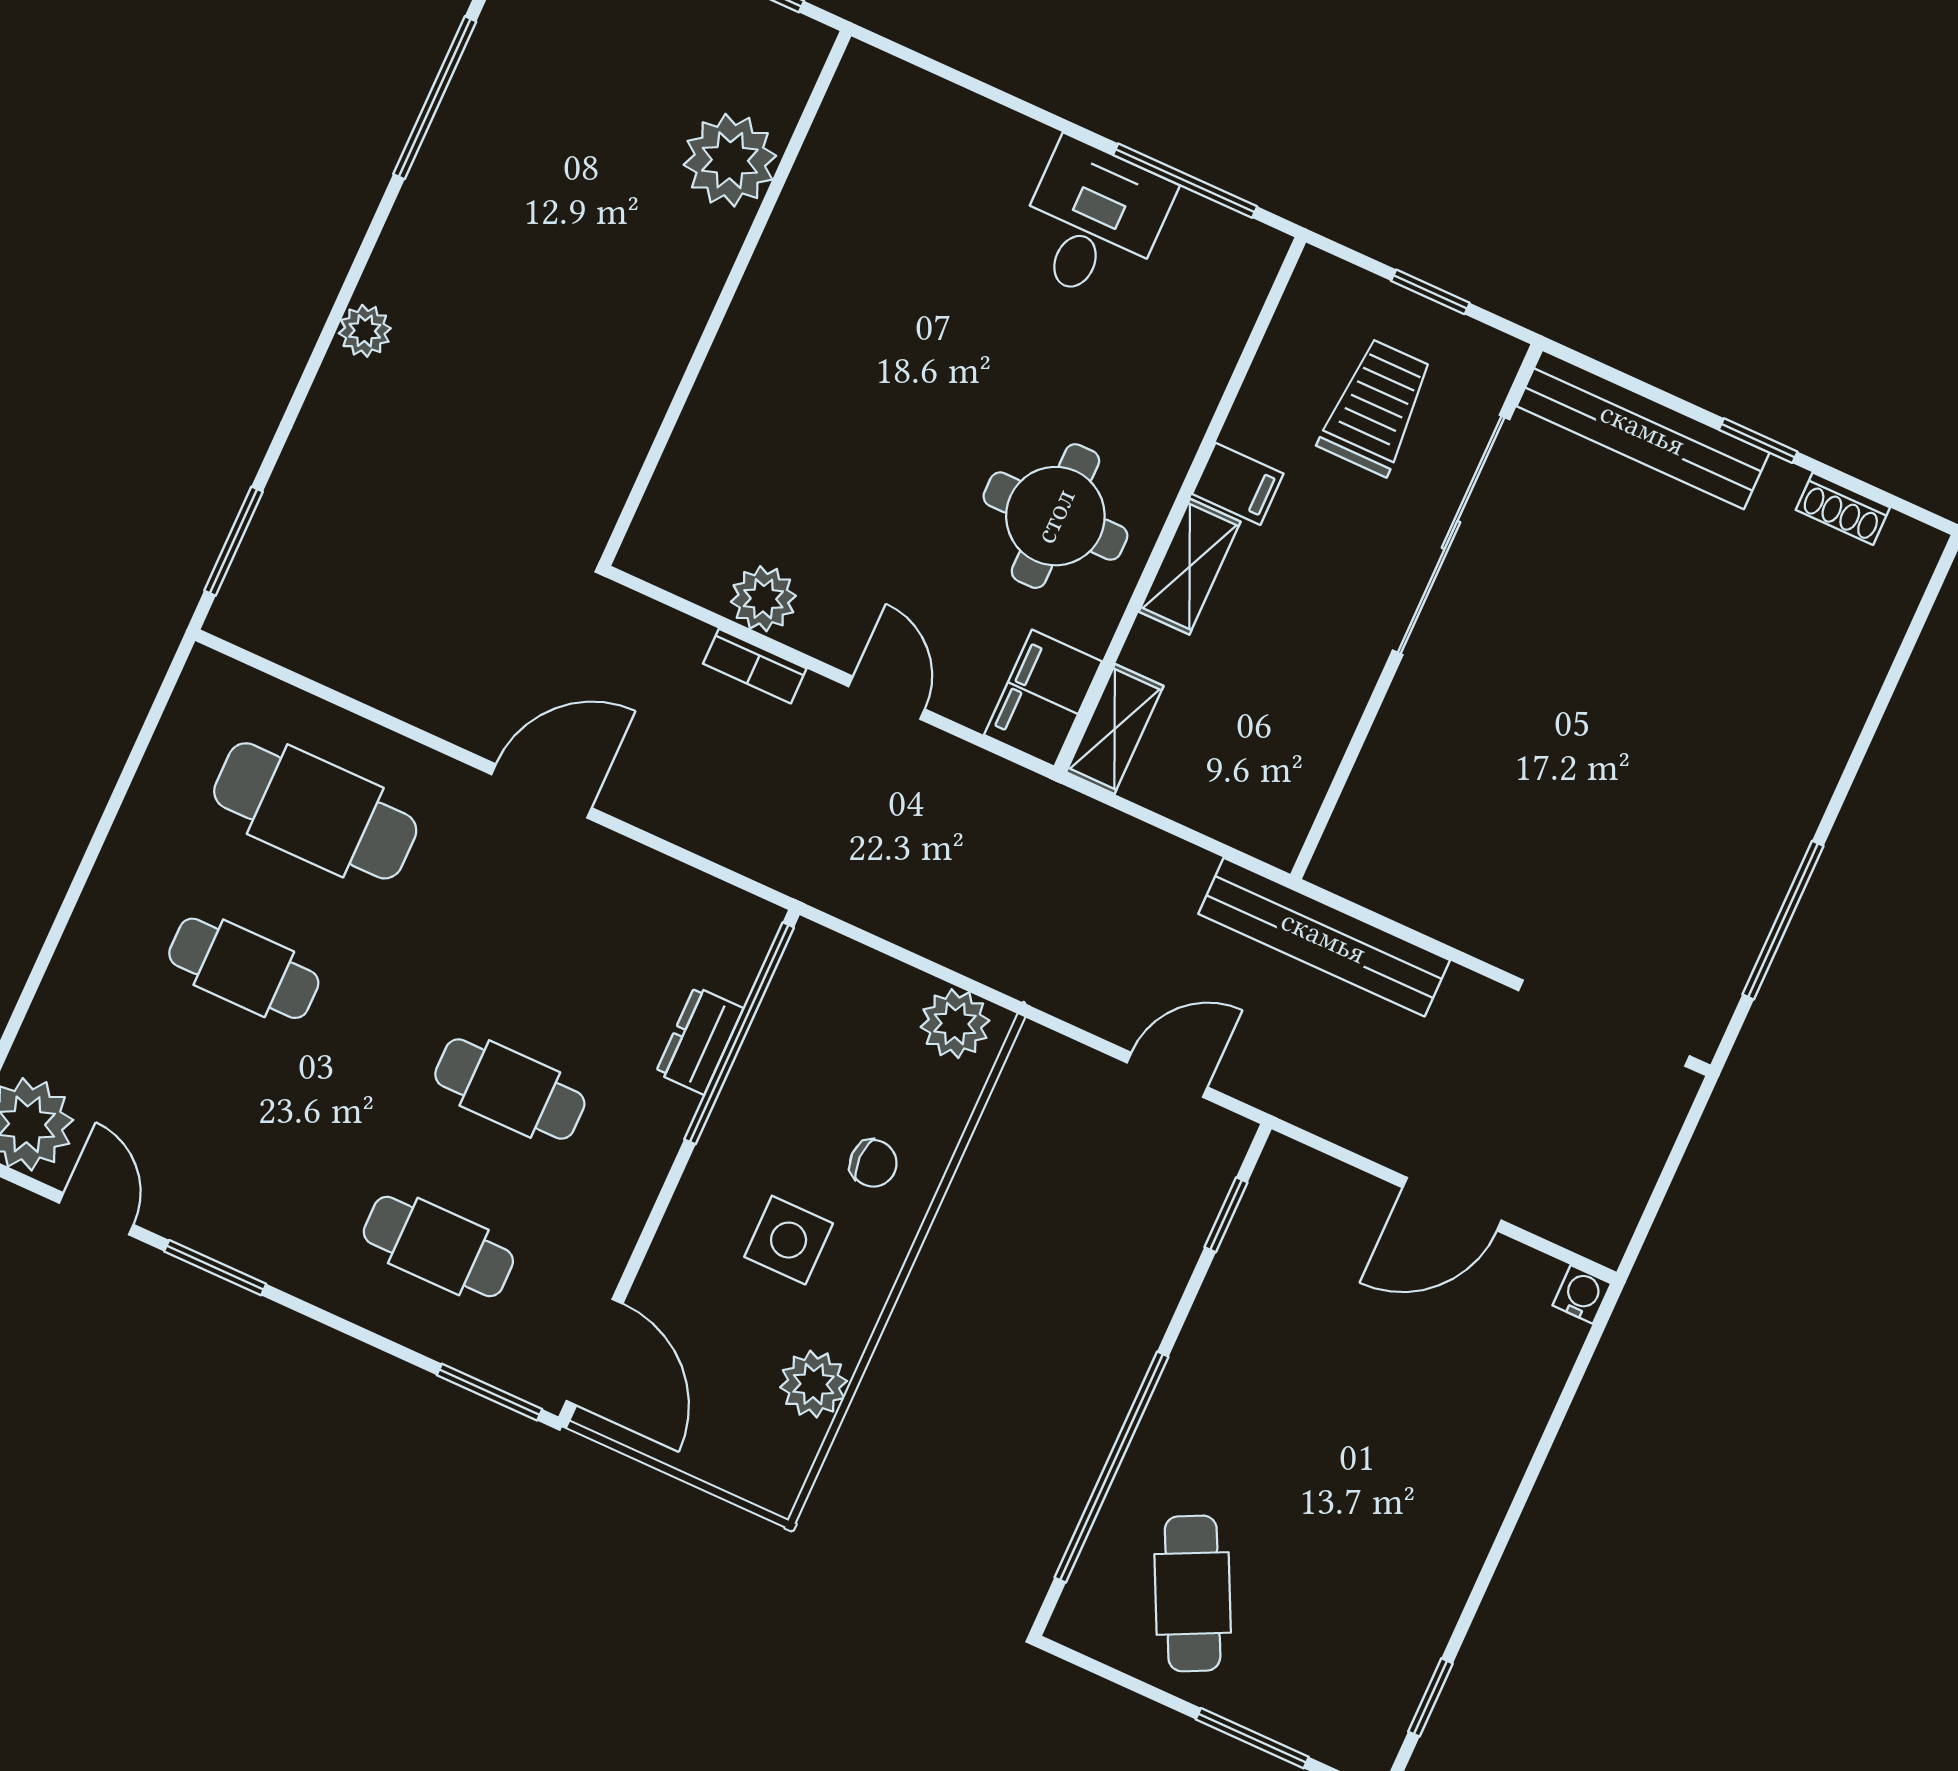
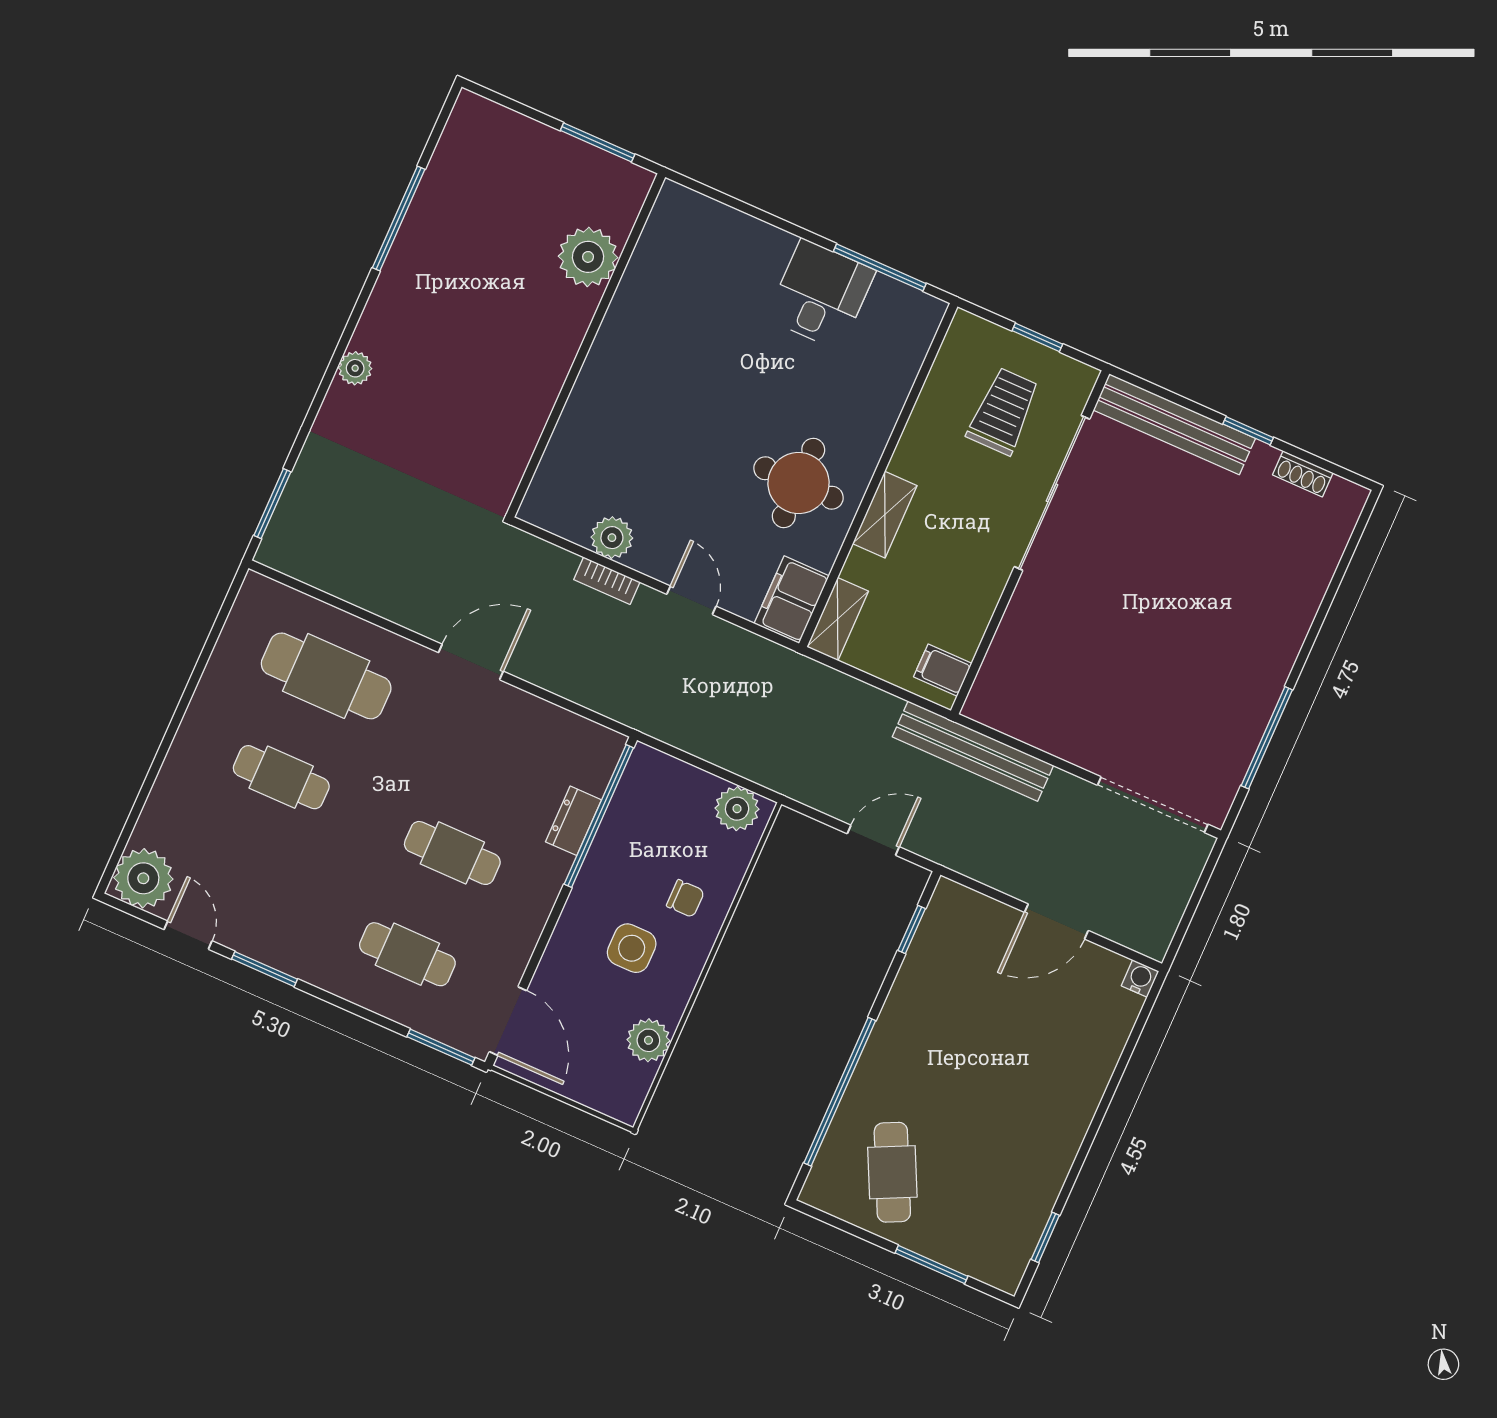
filing cabinet: (1238, 484) -> (943, 670), moved, turned 180

